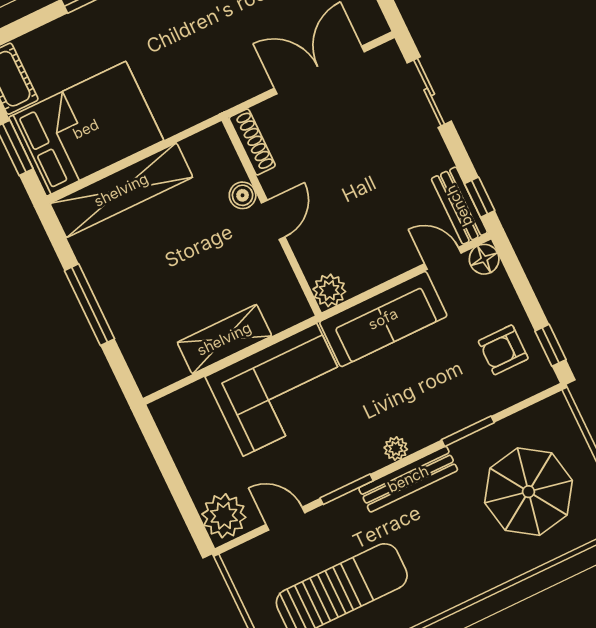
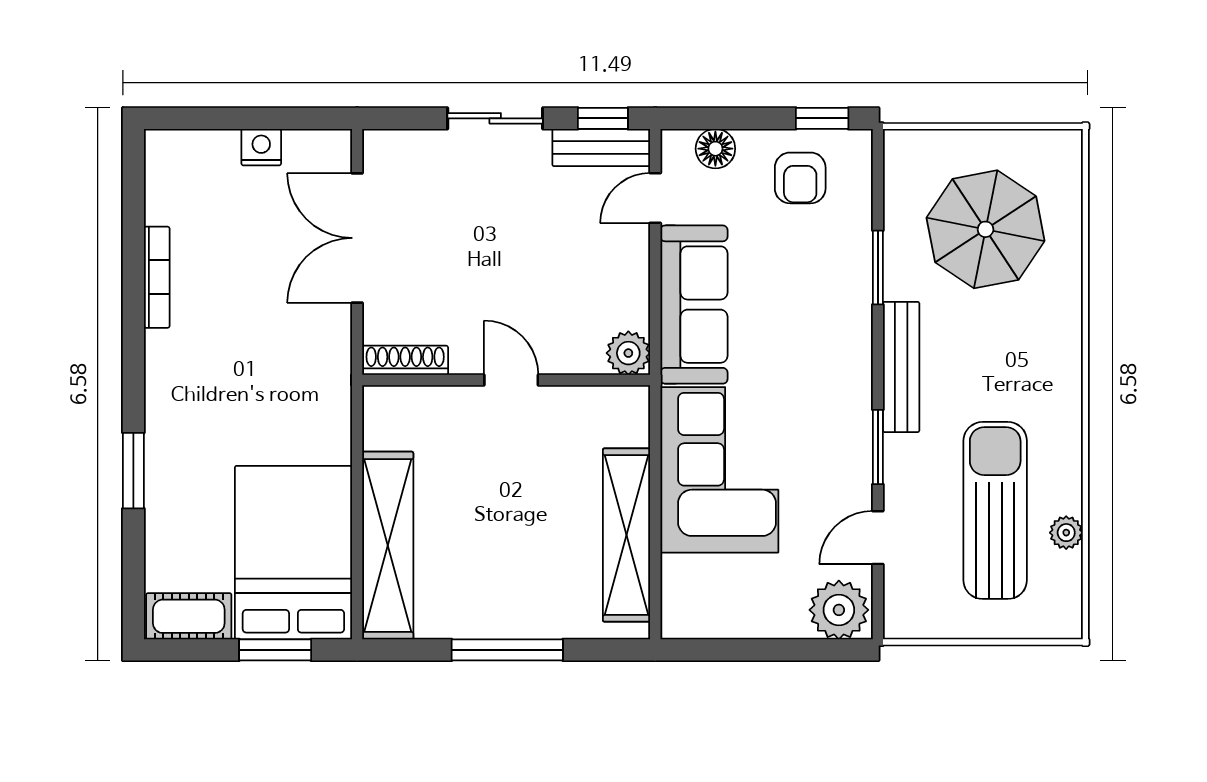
sliding door: (429, 92) -> (495, 118), moved
boiler: (243, 195) -> (464, 403), removed
floor lamp: (484, 259) -> (715, 149), moved
shelving: (224, 339) -> (627, 535), width x1.47
plant: (396, 448) -> (857, 364), removed

